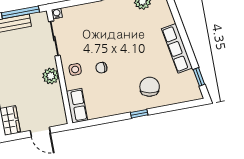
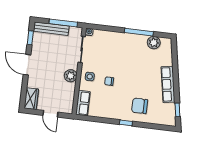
chair: (150, 87) -> (140, 106), turned -101

